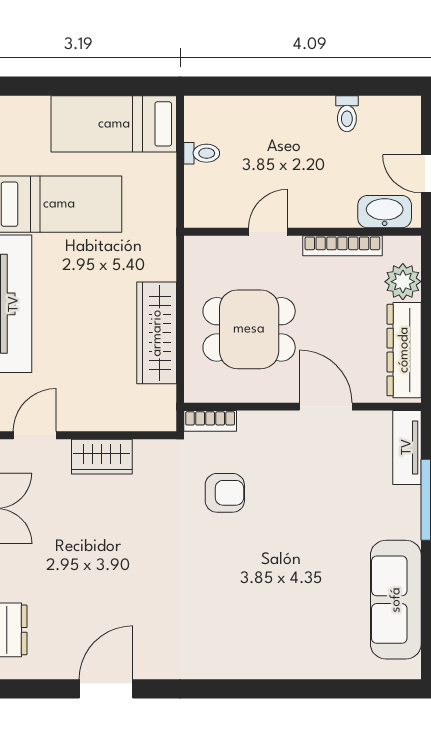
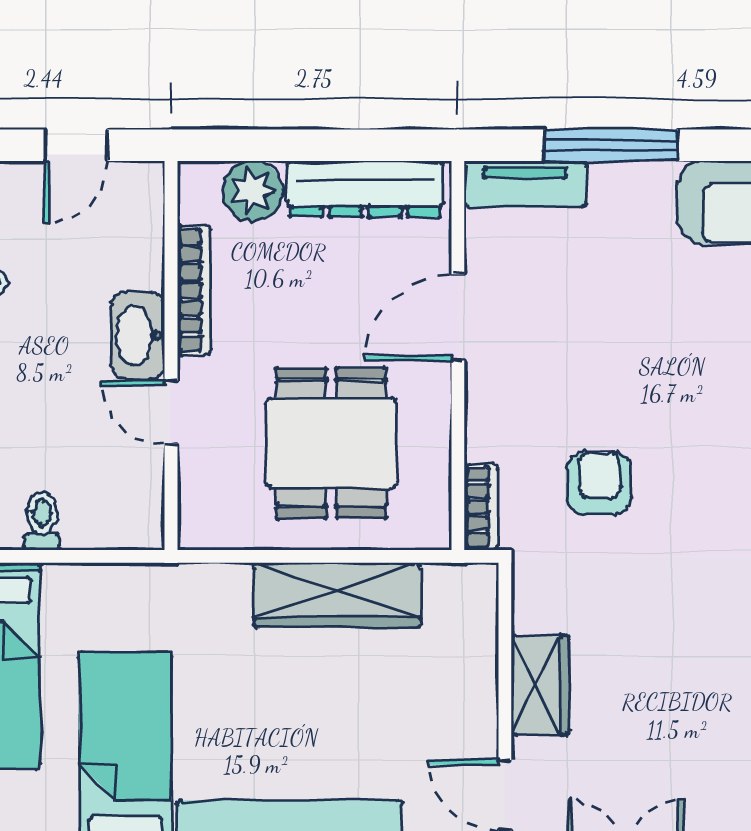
washbasin: (385, 212) -> (138, 335), moved

